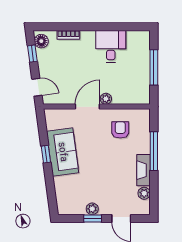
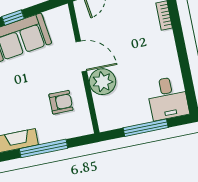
desk: (111, 46) -> (168, 98), moved, turned 90
plant: (106, 99) -> (103, 82), width x1.88, depth x1.88

